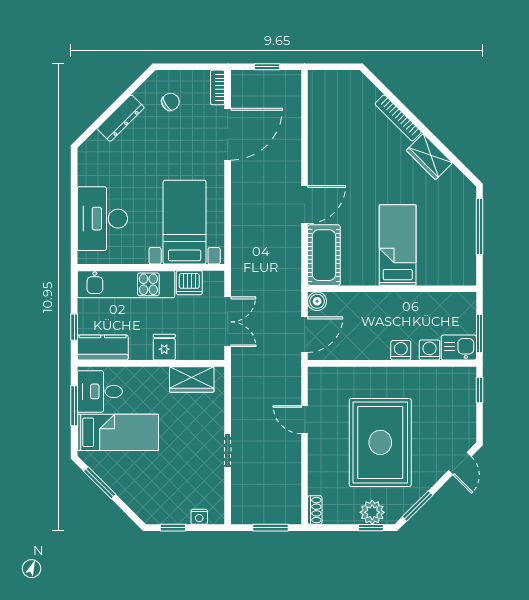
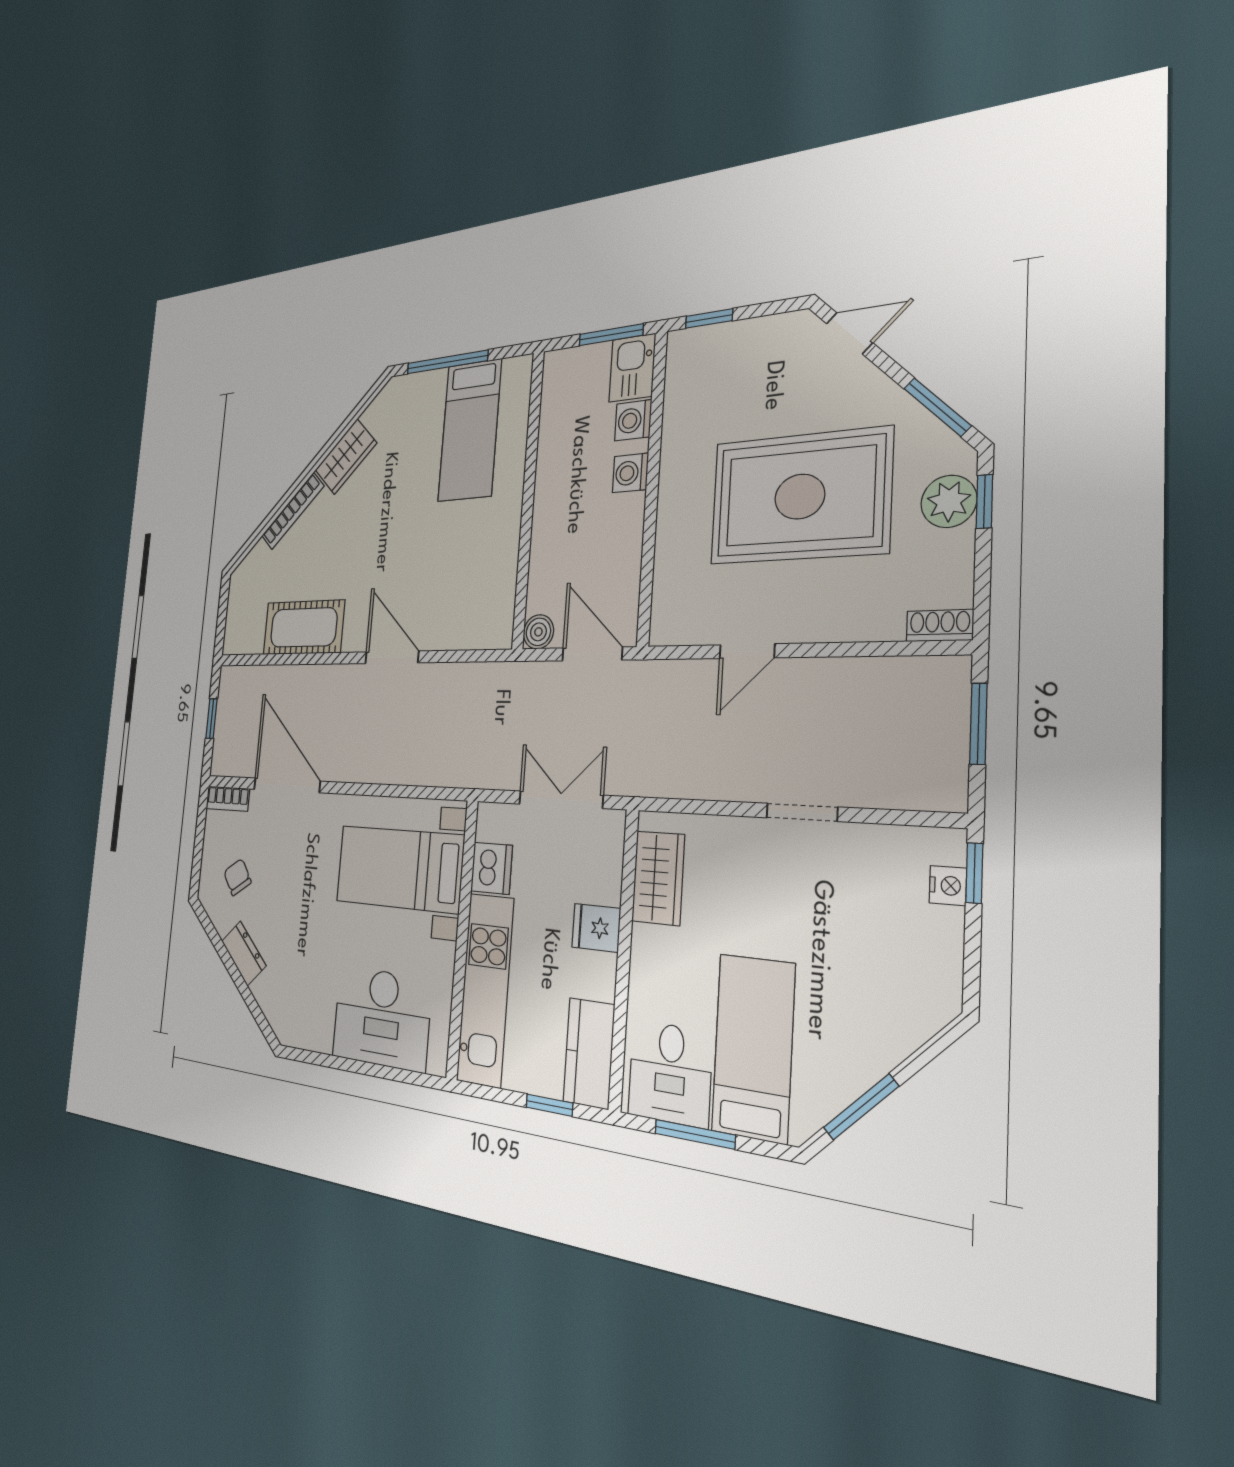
dresser: (121, 118) -> (244, 953), width x0.70
bed: (398, 245) -> (470, 430), moved, turned -90
cot: (324, 255) -> (304, 627), moved
window: (173, 528) -> (974, 873), moved

